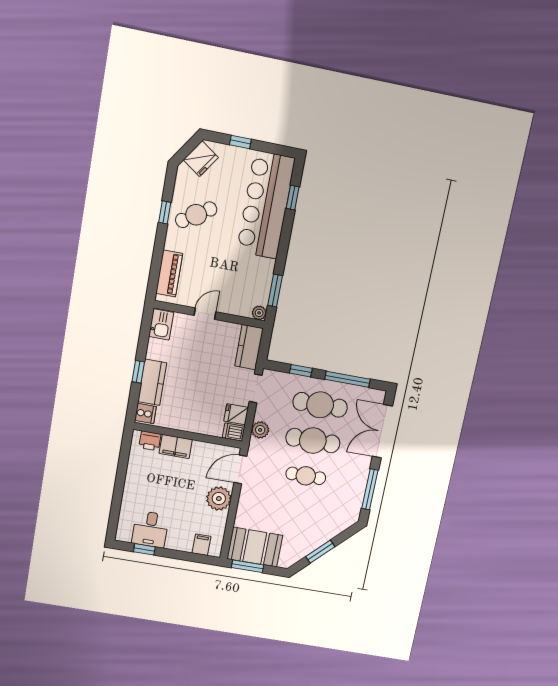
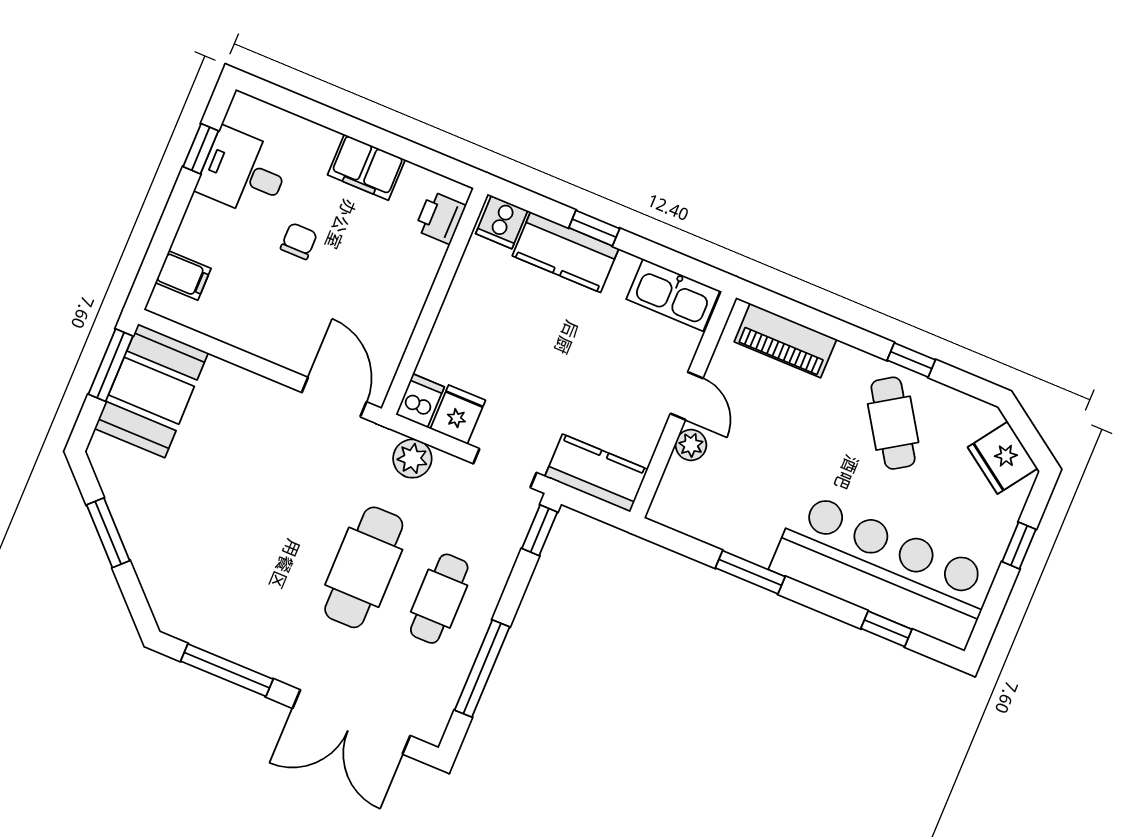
window: (275, 291) -> (750, 572), moved
plant: (259, 313) -> (691, 445), moved
kitchen sink: (161, 324) -> (673, 295), width x1.38
window: (301, 371) -> (540, 530), moved
cafe table: (320, 405) -> (439, 599), width x0.73, depth x0.74
double door: (382, 431) -> (351, 722), swing flipped
filing cabinet: (176, 446) -> (366, 167), moved, turned -90
cafe table: (306, 476) -> (288, 536), removed
chair: (175, 499) -> (299, 241), added
plant: (219, 499) -> (280, 336), removed

